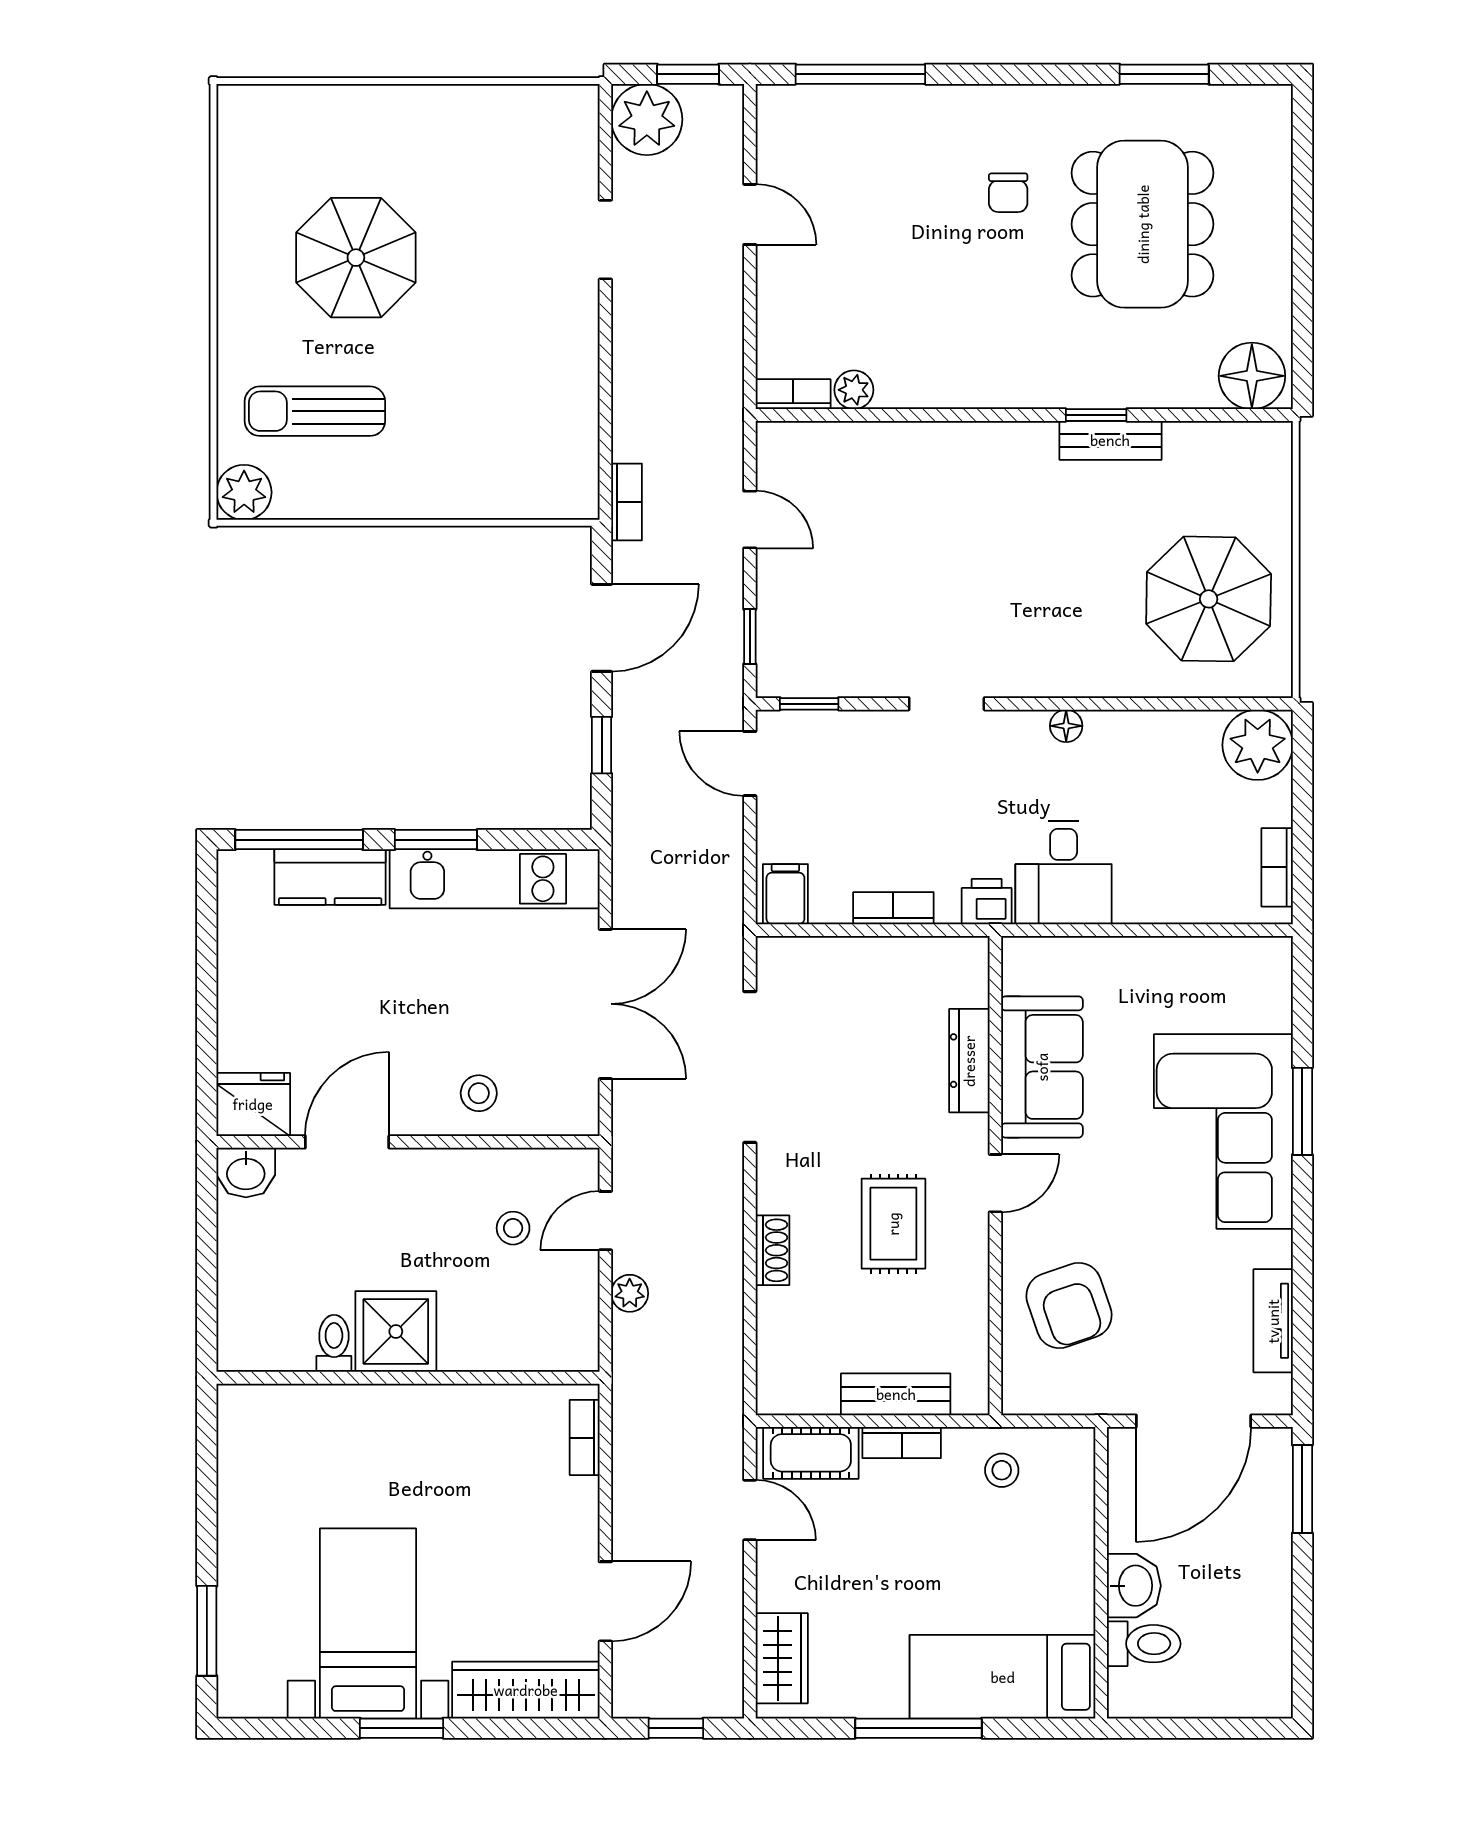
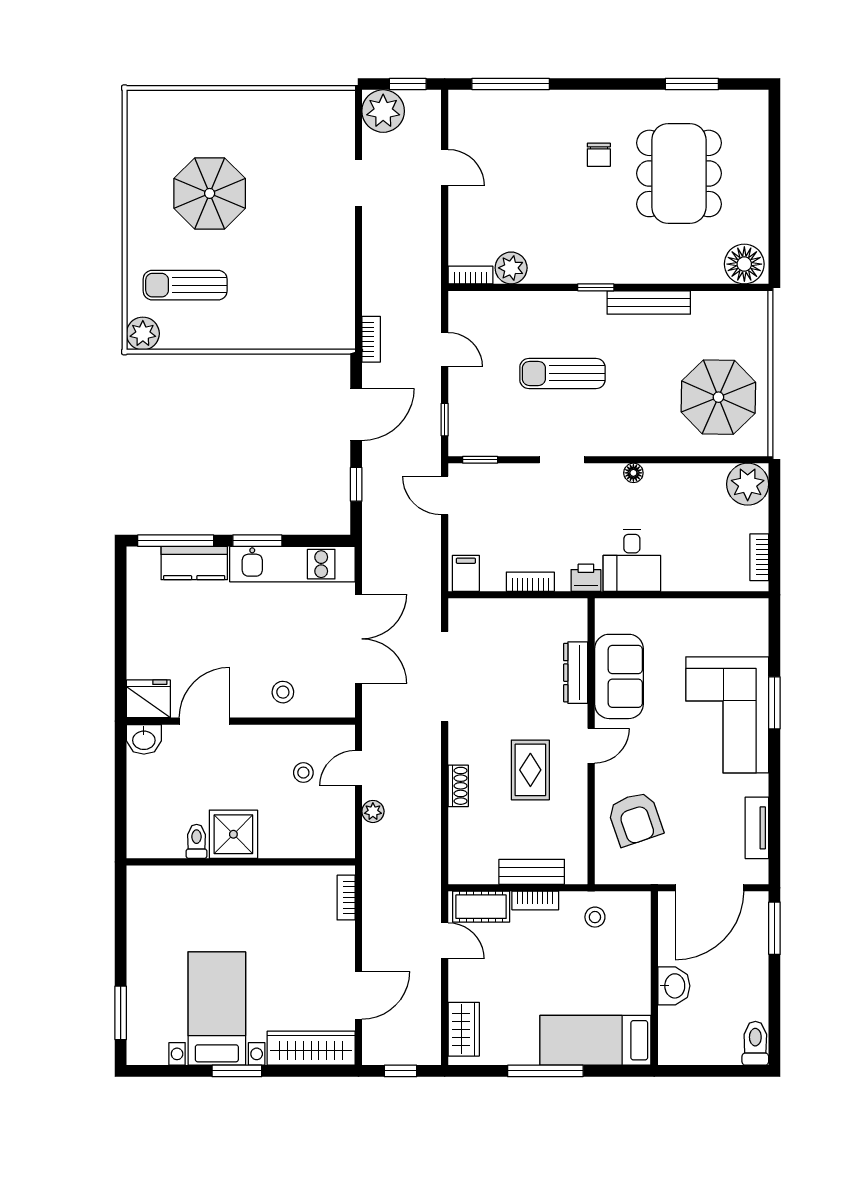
plant: (854, 390) -> (511, 268), width x1.38, depth x1.38
window: (1096, 415) -> (596, 287), moved
bench: (1110, 440) -> (649, 302), width x1.36
sun lounger: (947, 559) -> (562, 373), added
toilet: (1144, 1644) -> (755, 1043), moved, turned -90

